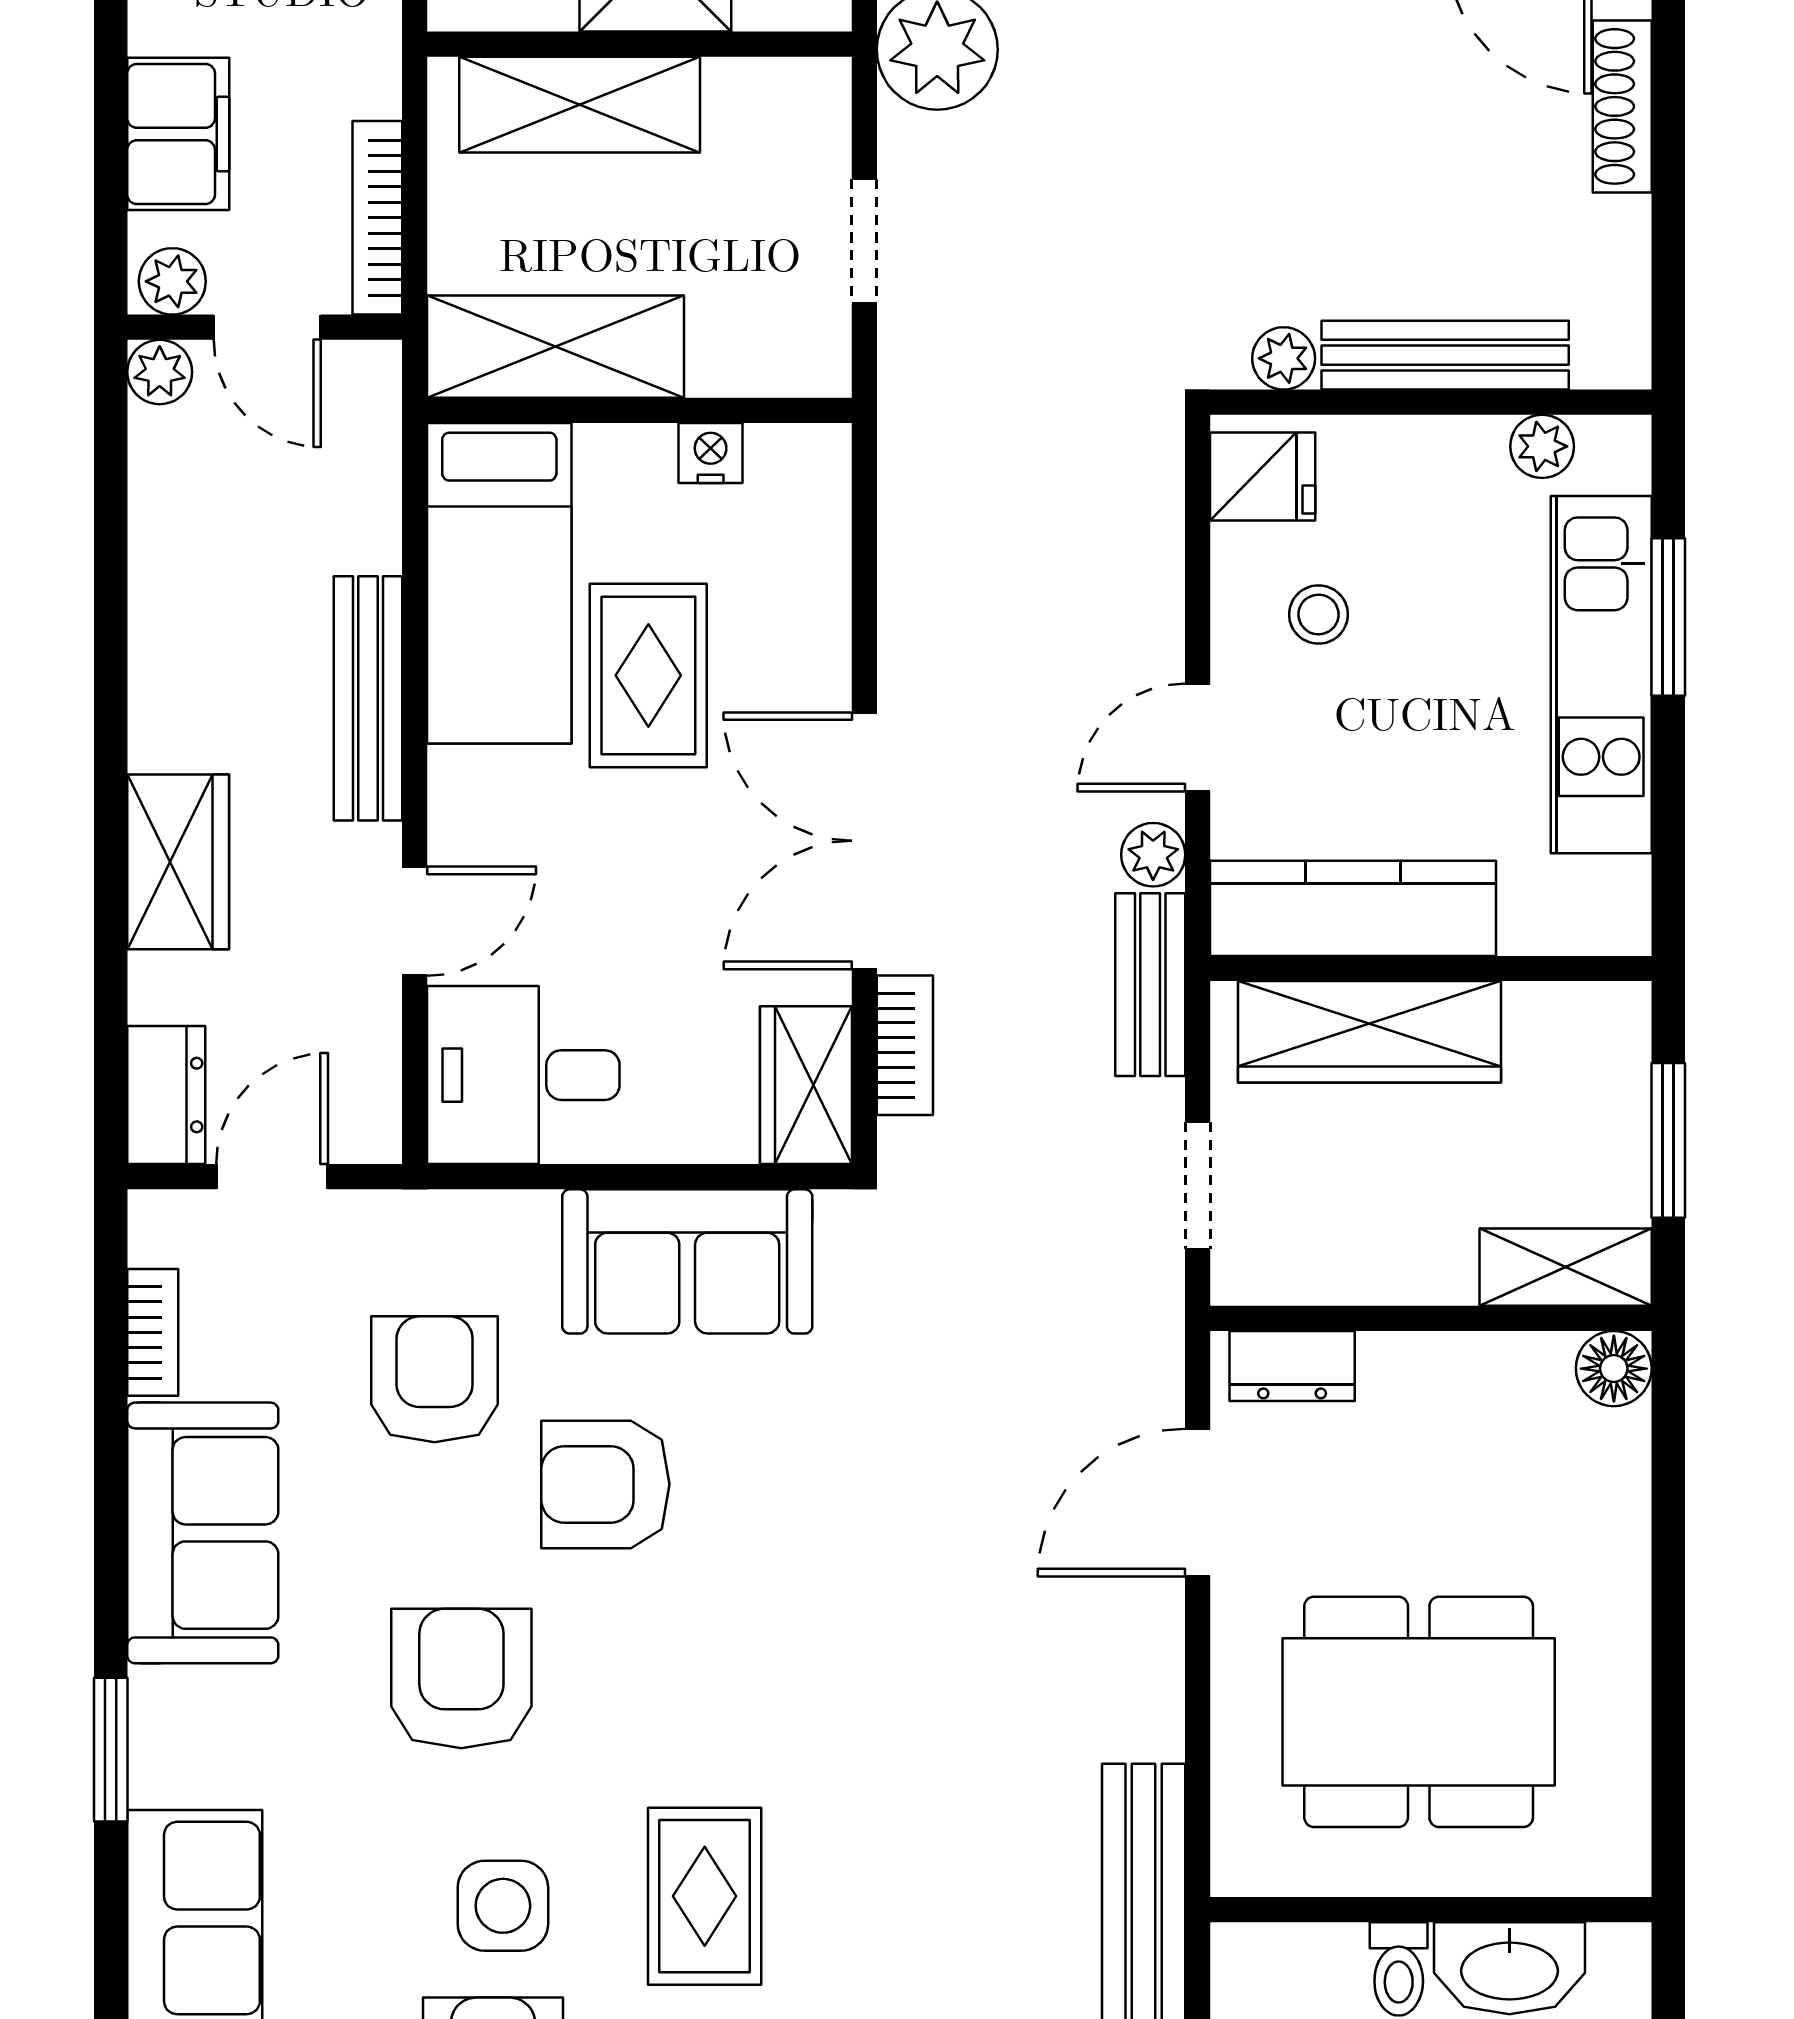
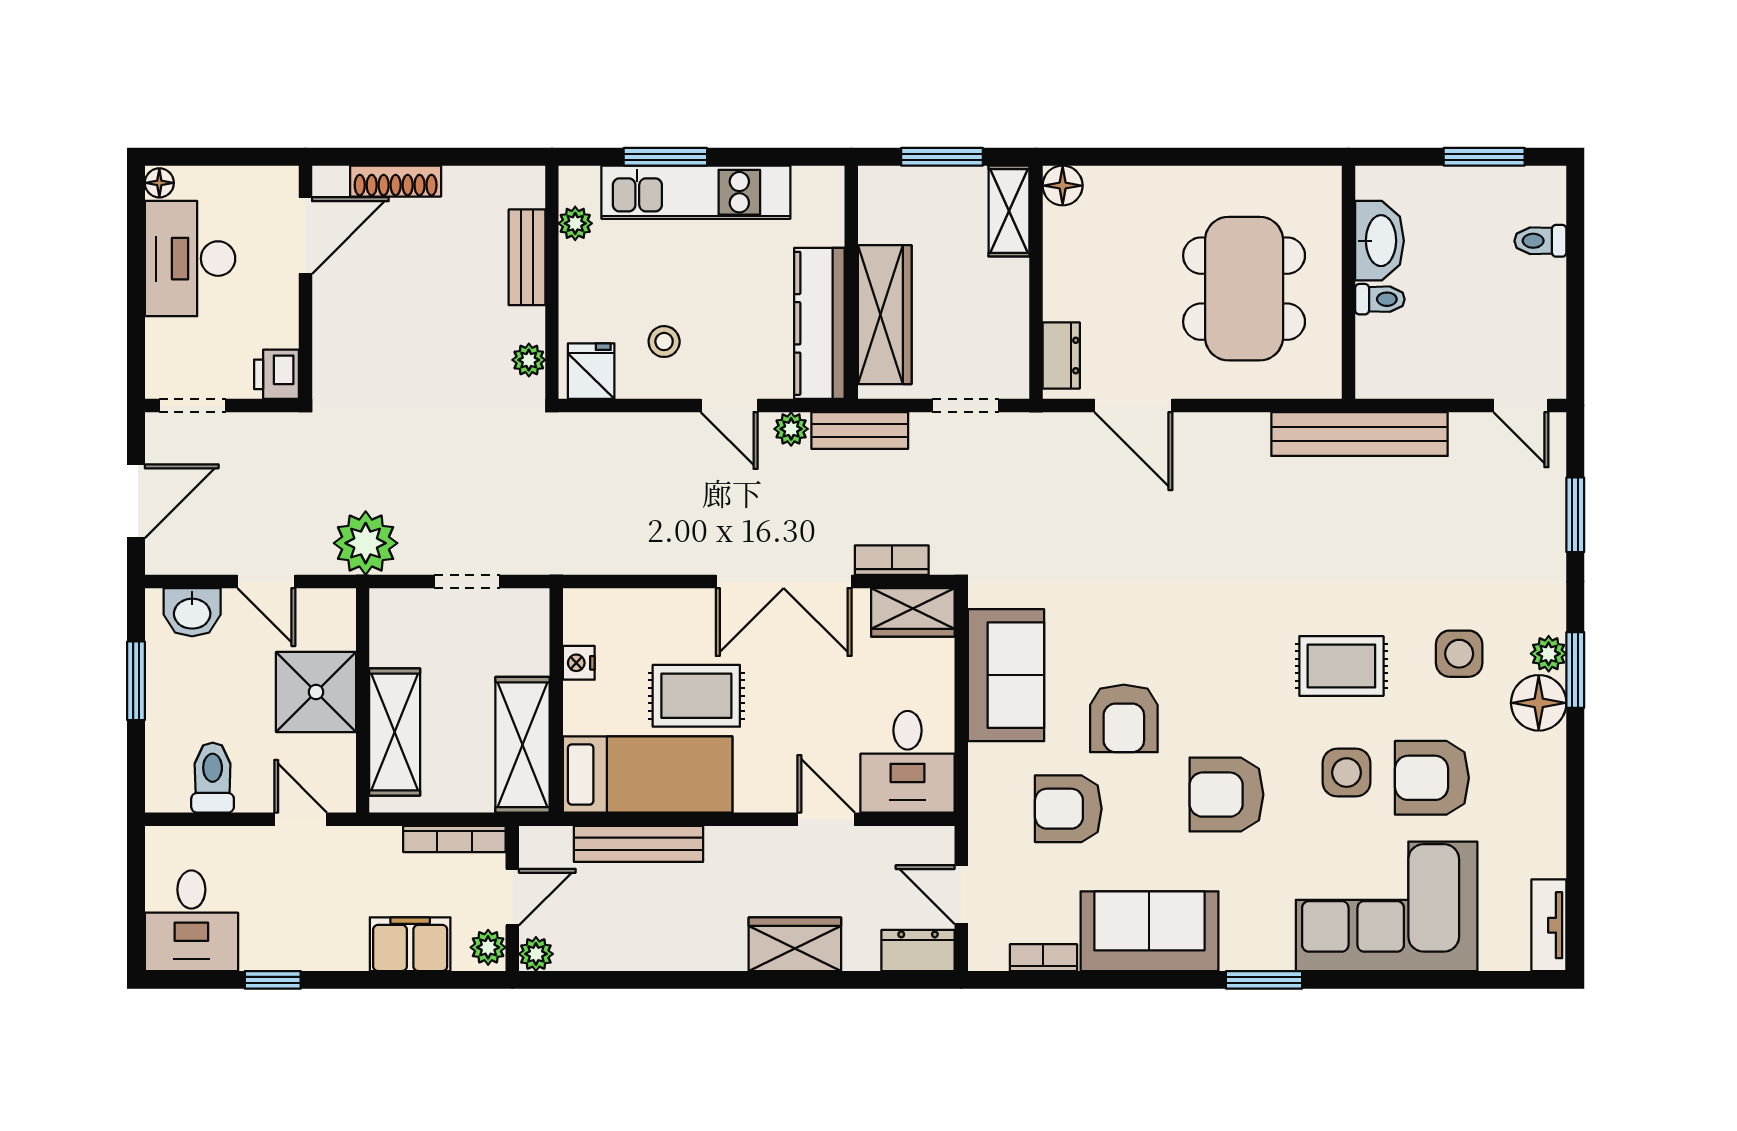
bench: (1445, 355) -> (527, 257), width x0.73
bench: (368, 698) -> (638, 844), moved

